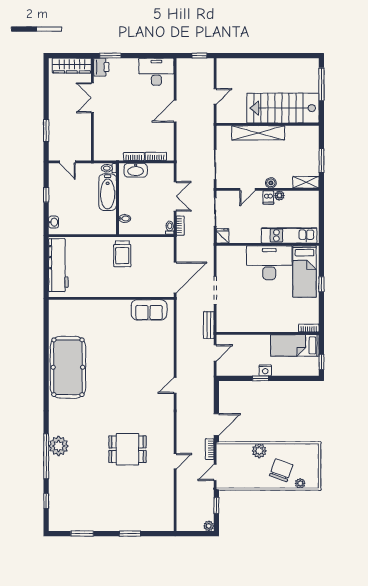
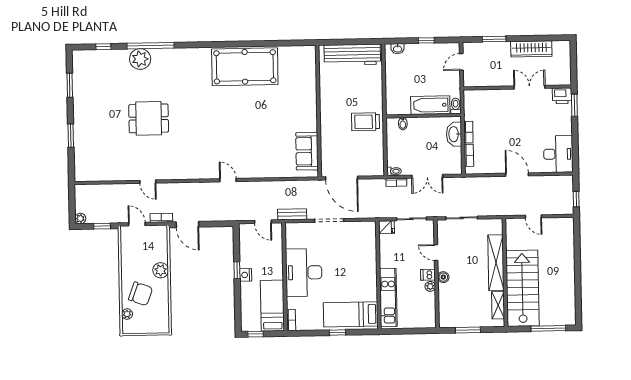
wardrobe: (72, 66) -> (531, 49), moved, turned -90
shelving: (306, 182) -> (498, 305), moved
desk: (269, 263) -> (304, 273), moved, turned 180
plant: (59, 446) -> (140, 59), moved
dining table: (127, 449) -> (149, 118), moved, turned 90

